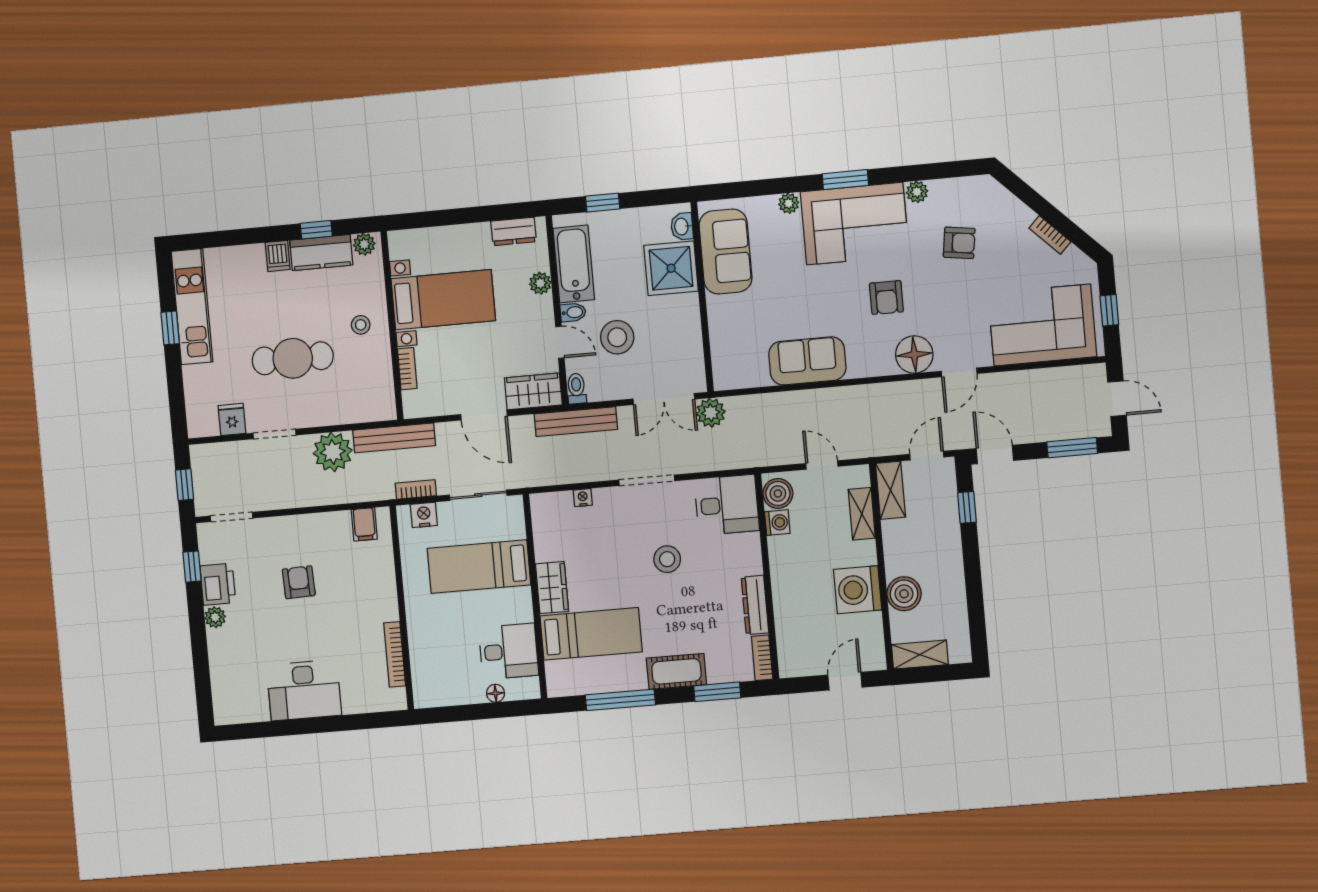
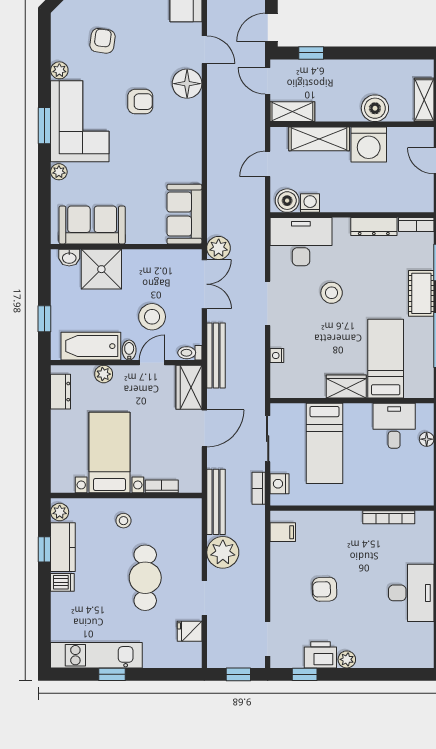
sofa: (807, 361) -> (184, 214), moved
desk: (727, 505) -> (301, 242), width x1.37
shelving: (862, 514) -> (319, 139), width x1.50, depth x1.33

